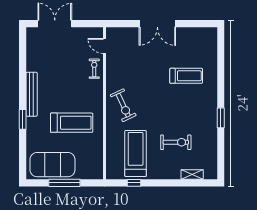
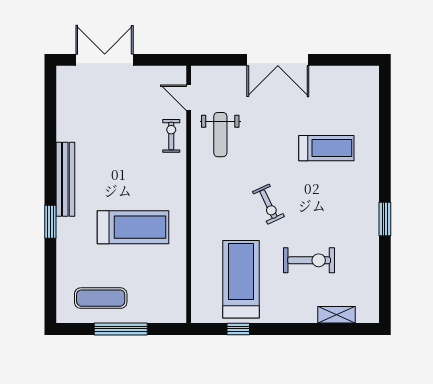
weight bench: (123, 68) -> (220, 135), added
exercise bike: (123, 105) -> (268, 204), moved, width x0.73, depth x0.72
exercise mat: (52, 165) -> (101, 298), width x0.50, depth x0.69

